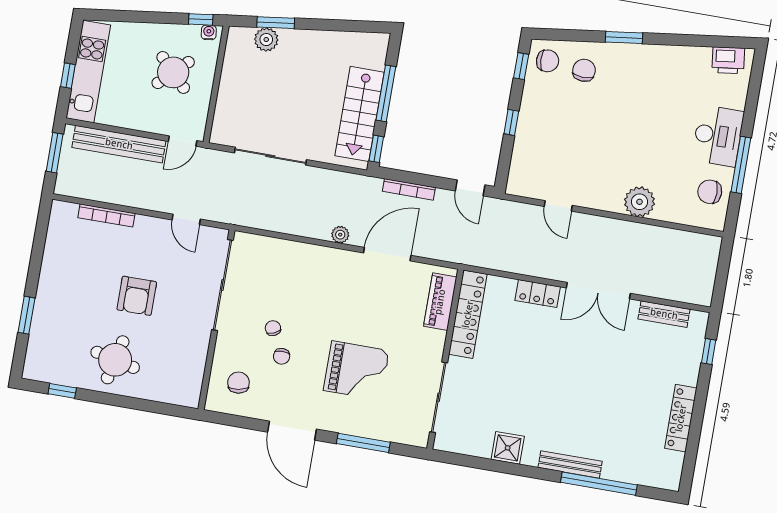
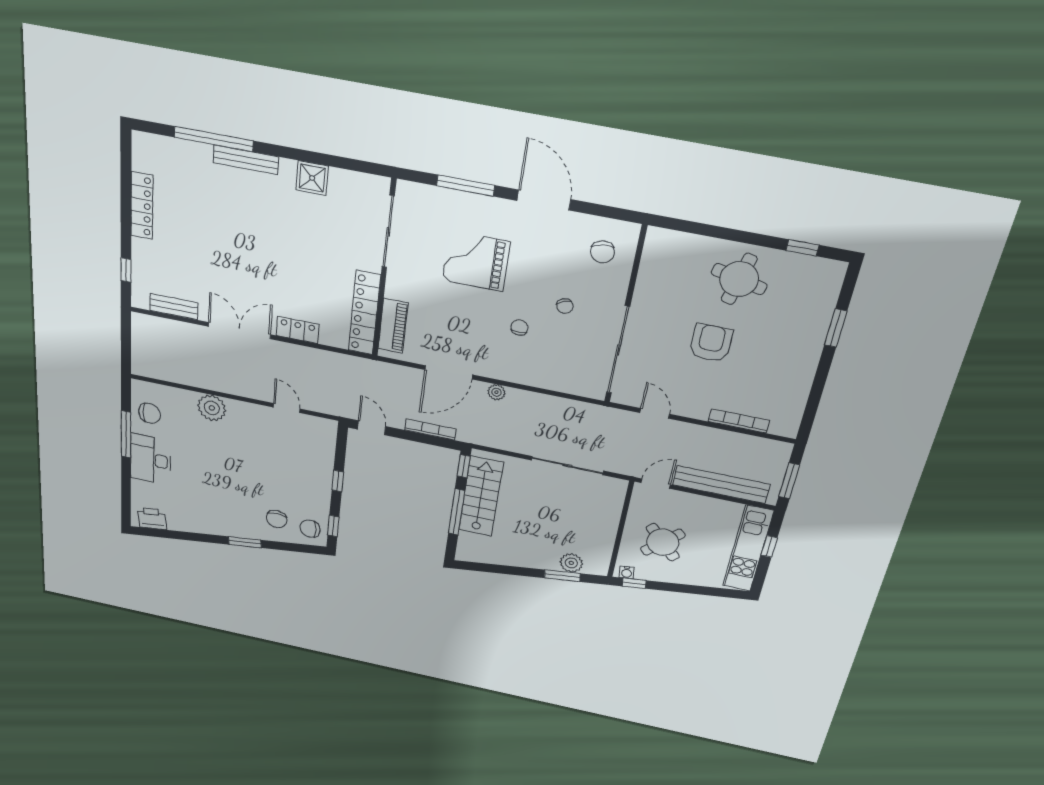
chair: (282, 356) -> (519, 328), moved

